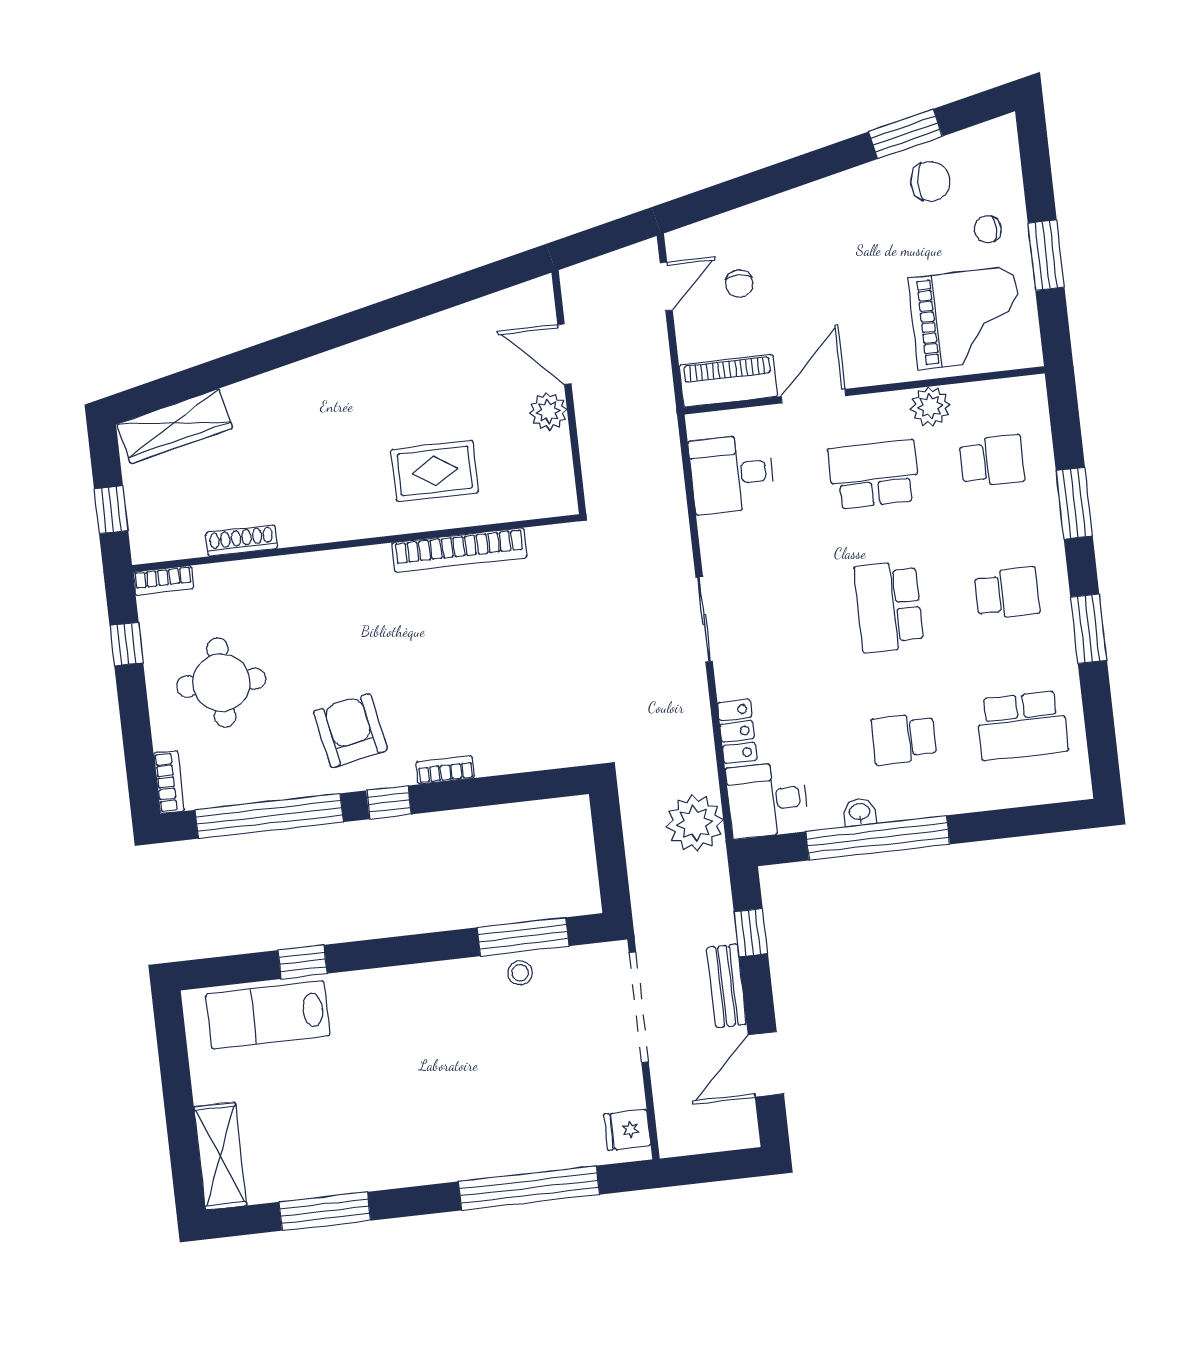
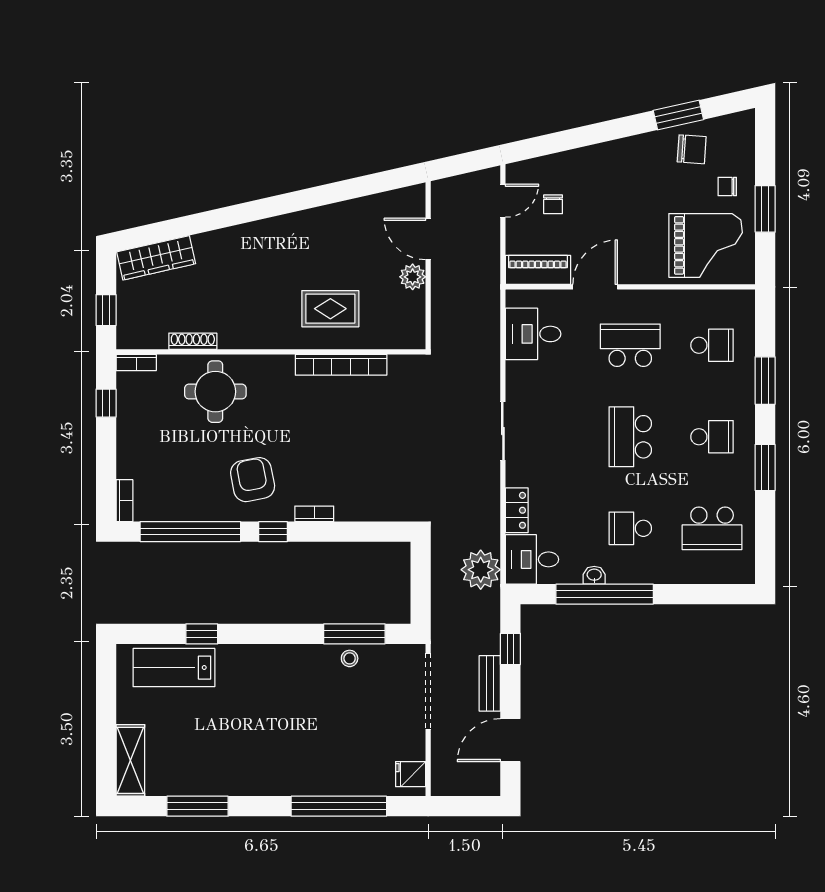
plant: (930, 406) -> (674, 303), removed
round table: (221, 683) -> (215, 392), moved

